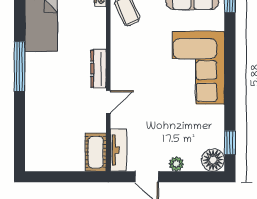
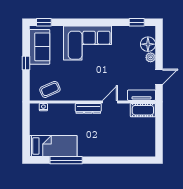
window: (19, 66) -> (66, 160), moved
door: (108, 102) -> (110, 102), hinge flipped
floor lamp: (213, 160) -> (148, 44), moved

